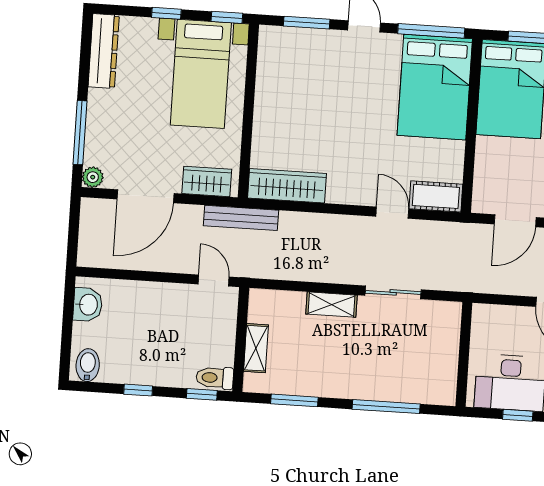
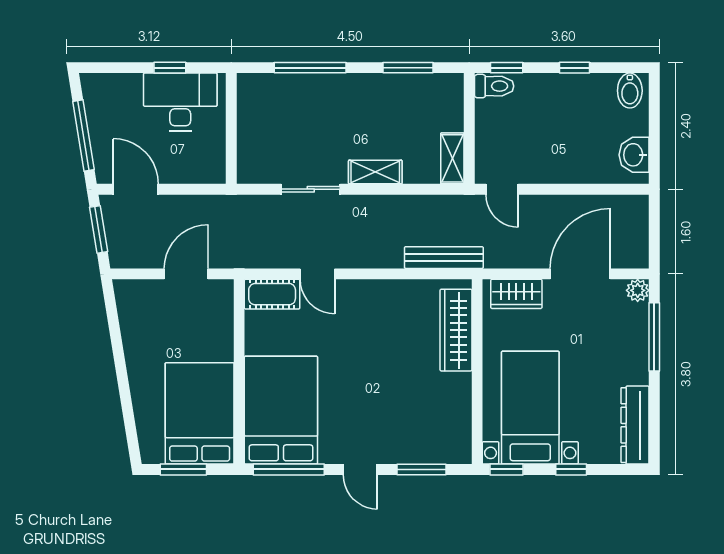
wardrobe: (287, 186) -> (456, 330), moved, turned 90
bench: (241, 218) -> (444, 258), moved
shelving: (256, 348) -> (452, 158), moved

